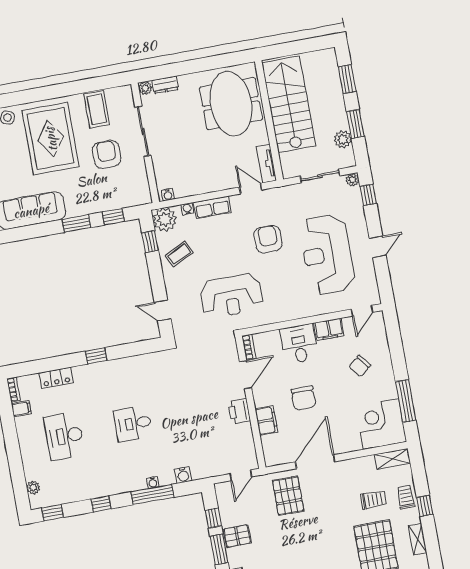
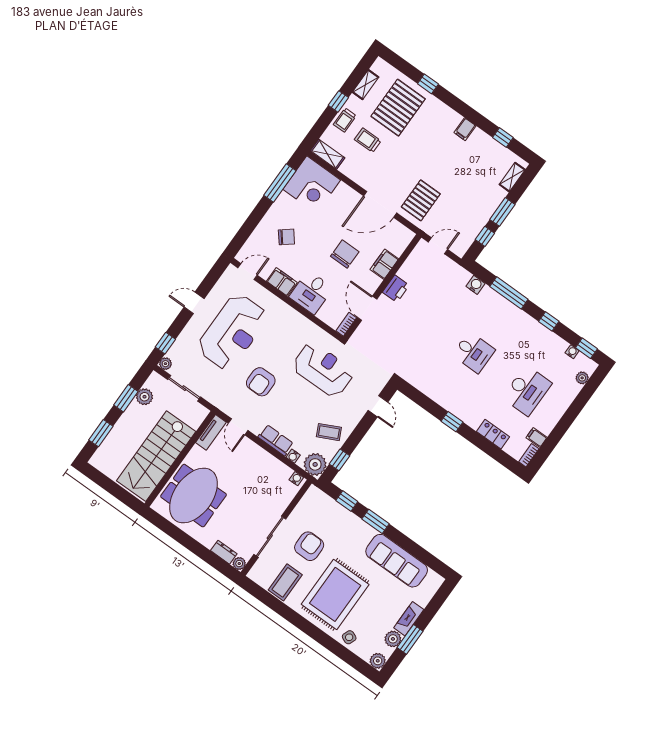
armchair: (107, 154) -> (309, 546), turned 180
door: (246, 375) -> (367, 308), hinge flipped
water cooler: (153, 482) -> (572, 352), moved
pallet: (237, 536) -> (481, 208), removed

